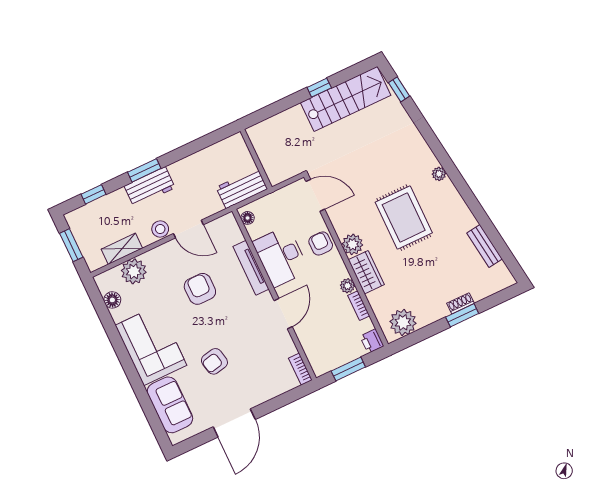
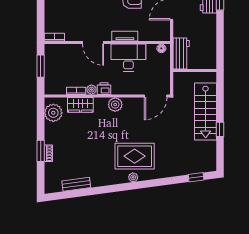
stairs: (346, 99) -> (206, 111), moved
rug: (404, 218) -> (135, 156), moved
armchair: (321, 244) -> (125, 85), removed
tv unit: (251, 268) -> (125, 36), width x0.71
wardrobe: (366, 272) -> (80, 105), moved
printer: (372, 341) -> (104, 89), moved

